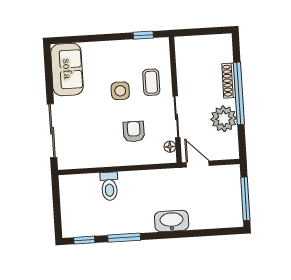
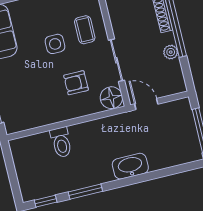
plant: (224, 119) -> (171, 52), width x0.53, depth x0.53
armchair: (134, 132) -> (76, 83), turned -90
floor lamp: (170, 147) -> (111, 98), width x1.89, depth x1.89

